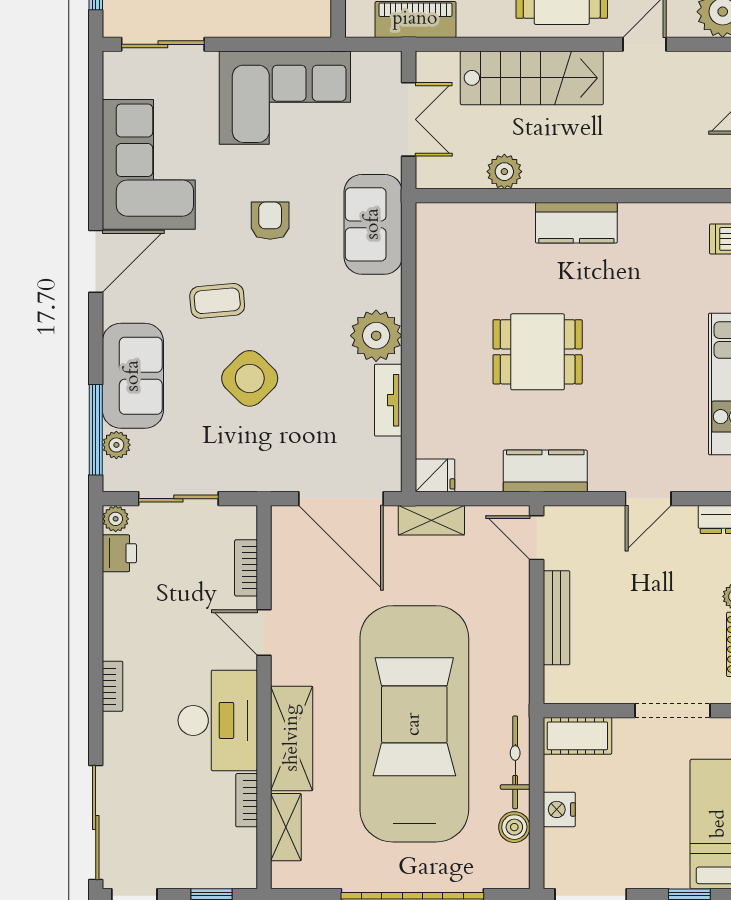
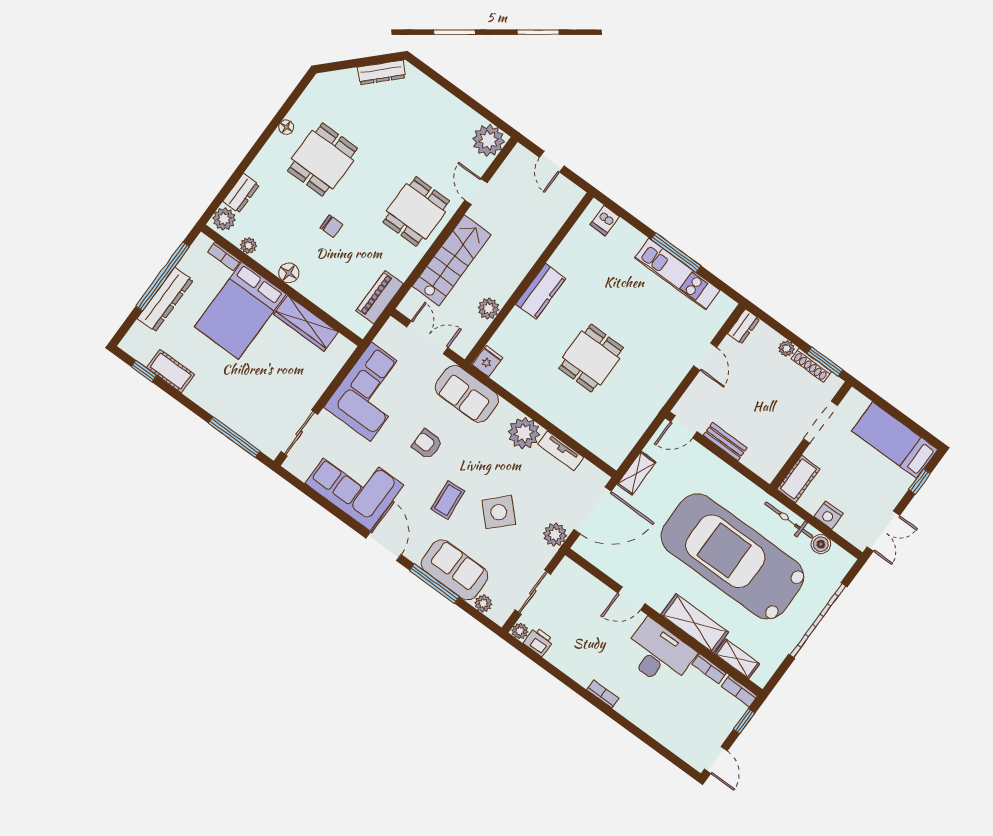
window: (96, 430) -> (434, 584), moved
kitchen counter: (545, 471) -> (654, 398), removed
plant: (274, 473) -> (555, 535), added
fridge: (435, 475) -> (488, 361), moved
bookcase: (246, 568) -> (739, 691), moved
bench: (557, 618) -> (725, 442), width x0.73
sliding door: (96, 822) -> (665, 752), removed

